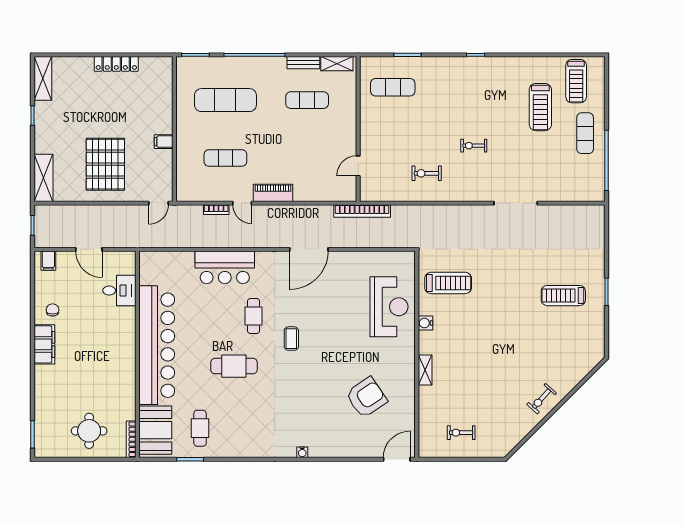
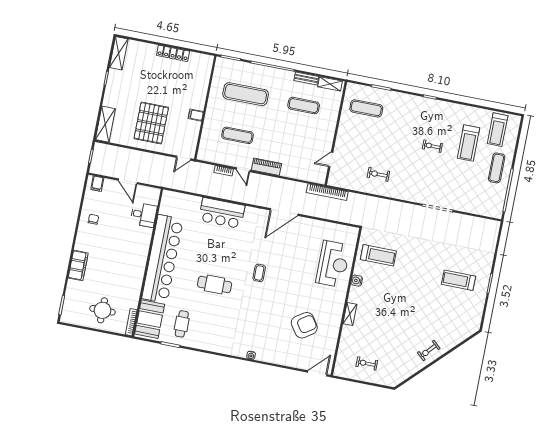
exercise bike: (474, 146) -> (432, 146), moved
cafe table: (254, 316) -> (235, 252), removed
filing cabinet: (44, 344) -> (78, 265), moved

